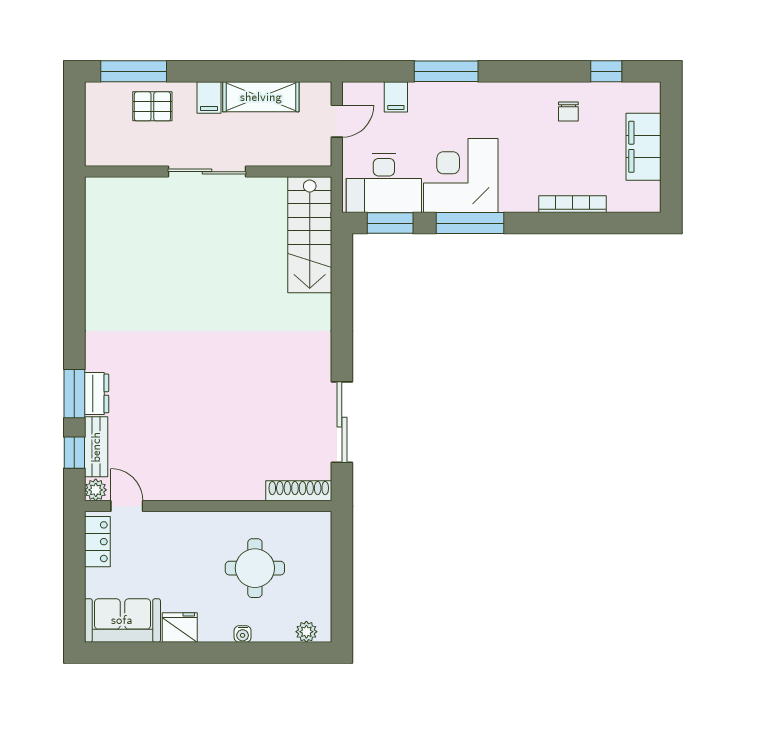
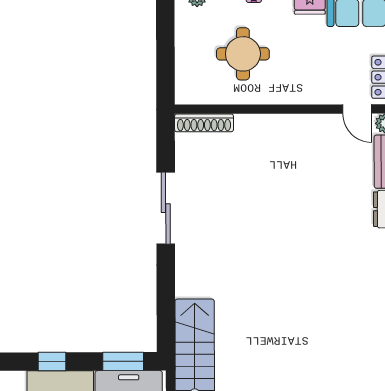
window: (470, 223) -> (52, 361), width x0.46
sliding door: (342, 422) -> (166, 208), moved

